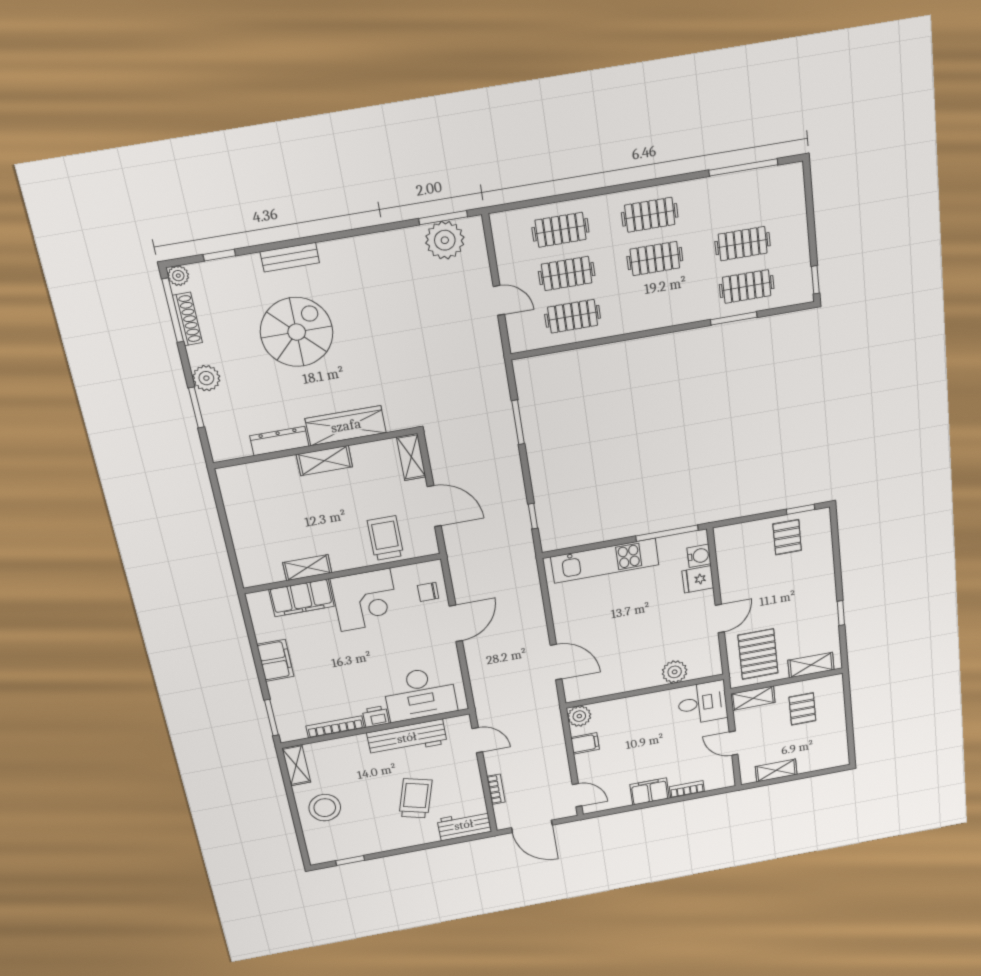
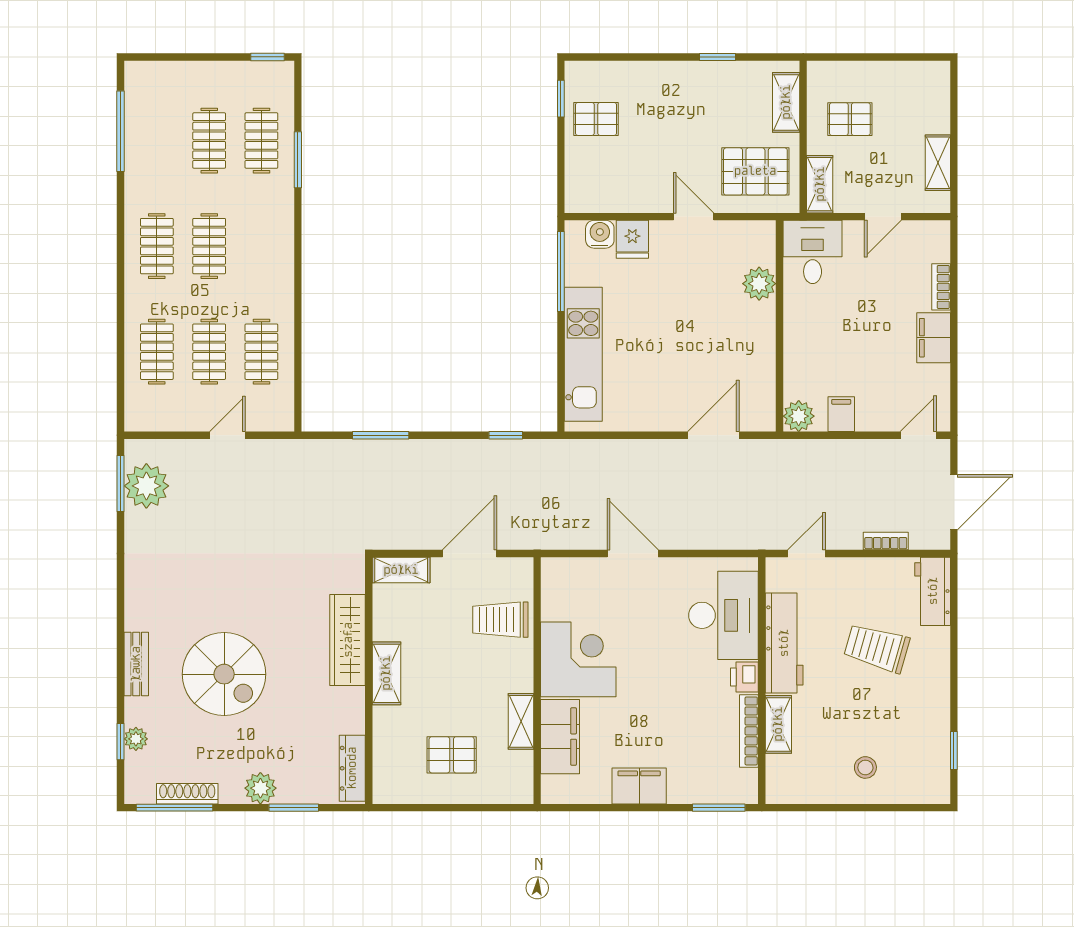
plant: (178, 276) -> (136, 739), moved
spiral stairs: (297, 332) -> (224, 674), turned 180
dresser: (279, 441) -> (352, 768), moved
pallet: (269, 521) -> (452, 755), added
chair: (428, 592) -> (583, 581), removed
shelving: (296, 765) -> (778, 724), moved, turned 90
stool: (325, 808) -> (865, 767), width x0.53, depth x0.53

